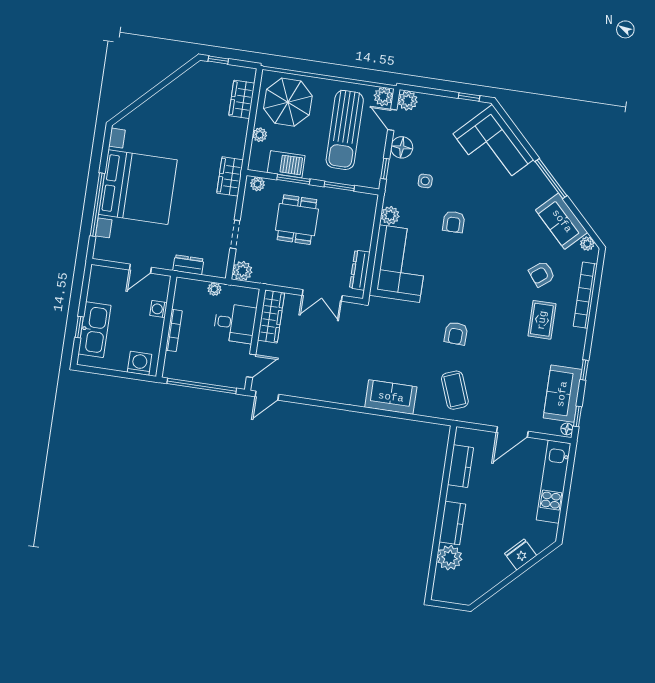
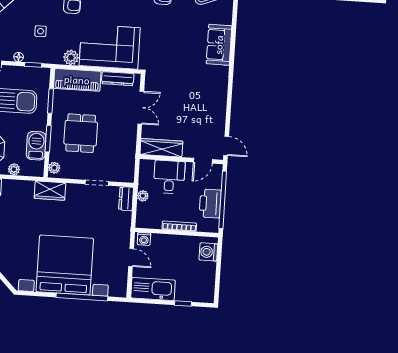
floor lamp: (402, 147) -> (19, 57), width x0.53, depth x0.53
dining table: (297, 220) -> (81, 133), turned 90
piano: (362, 221) -> (77, 80), added
dresser: (188, 265) -> (126, 199), moved
plant: (242, 271) -> (126, 174), removed
washing machine: (158, 309) -> (144, 239), moved
kitchen sink: (94, 330) -> (153, 289), moved
door: (251, 366) -> (203, 161), swing flipped
printer: (198, 370) -> (210, 204), added

